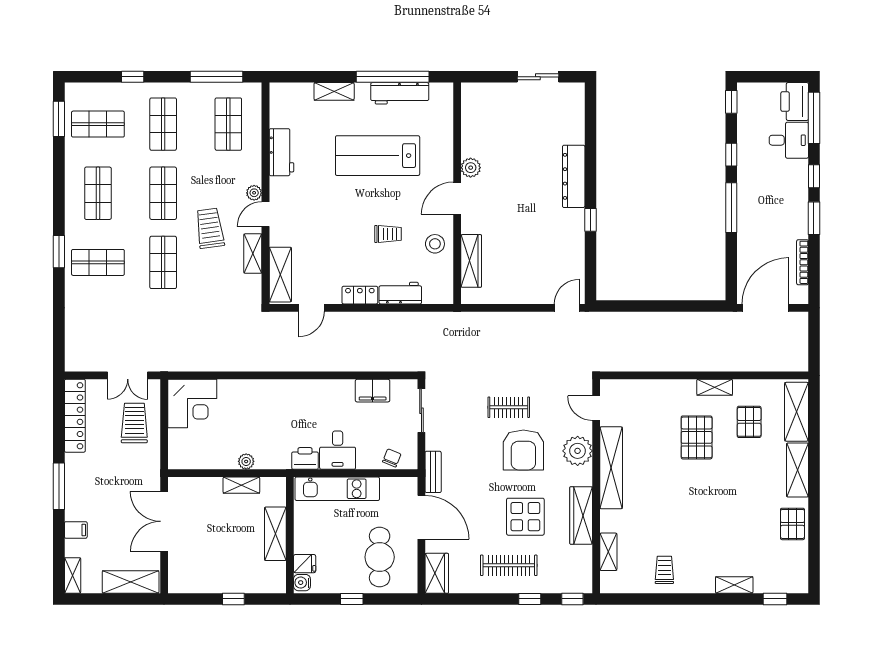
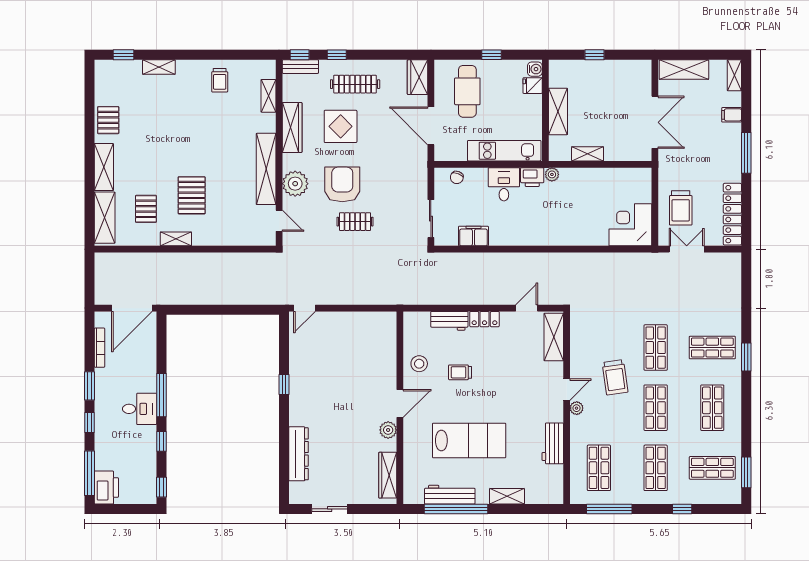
desk: (789, 140) -> (140, 409), moved, turned 180
dresser: (574, 176) -> (299, 454), moved
shelving: (253, 254) -> (578, 355), removed
wardrobe: (471, 261) -> (388, 475), moved
plant: (246, 461) -> (552, 174), moved
bench: (433, 472) -> (300, 67), moved, turned 90

